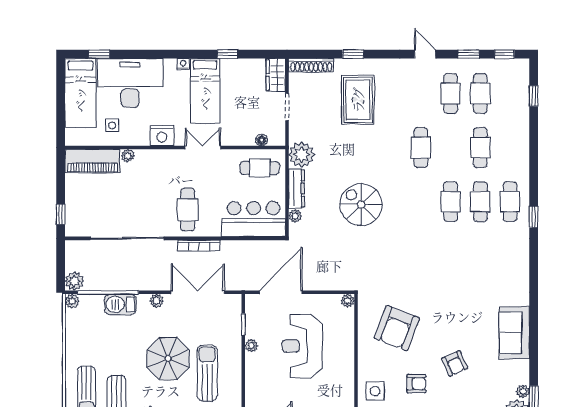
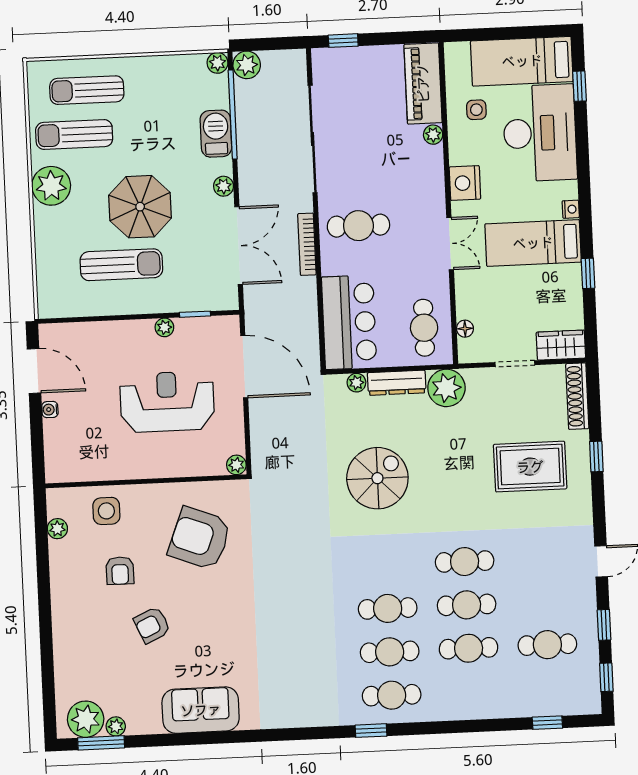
cafe table: (451, 93) -> (467, 605), moved

